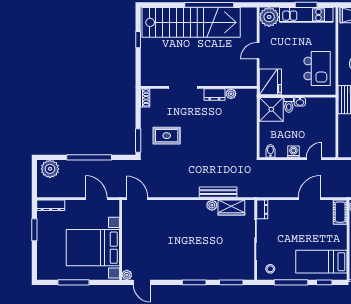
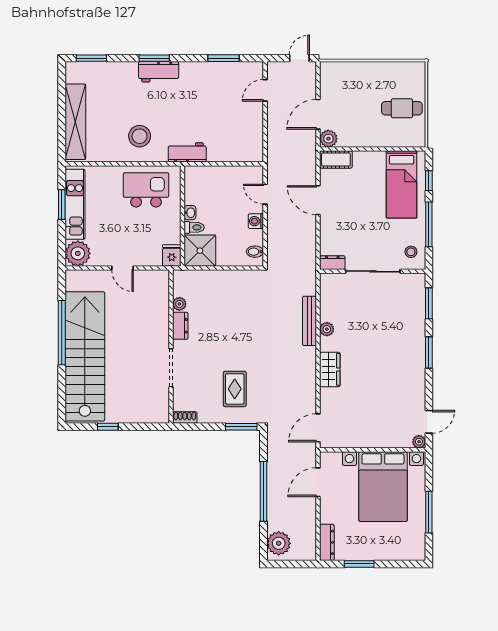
fridge: (270, 82) -> (172, 256), width x0.53, depth x0.75
wardrobe: (231, 207) -> (330, 369), moved

